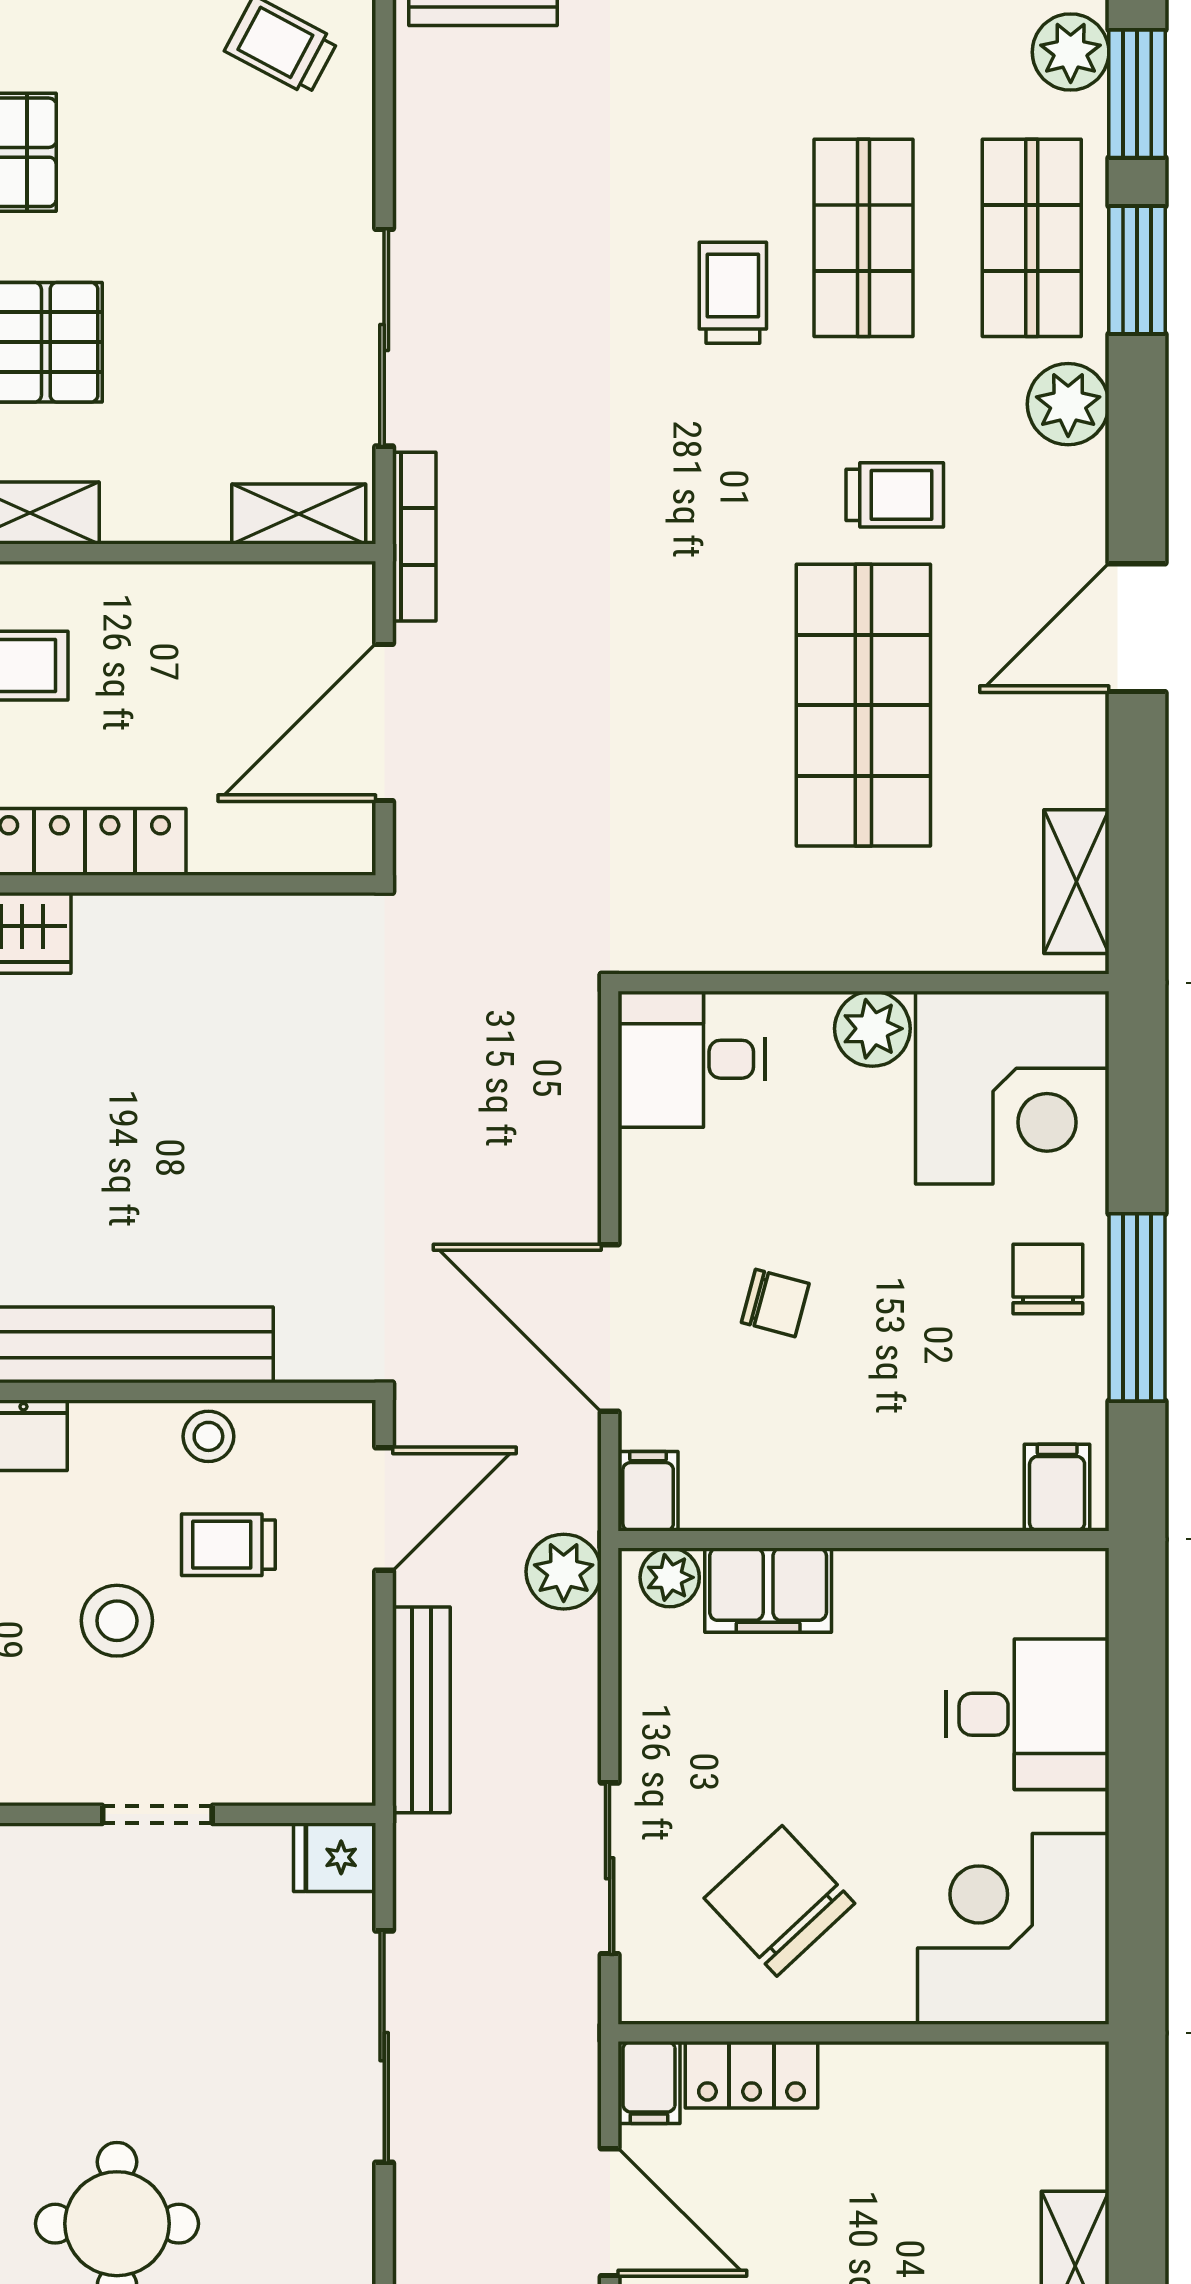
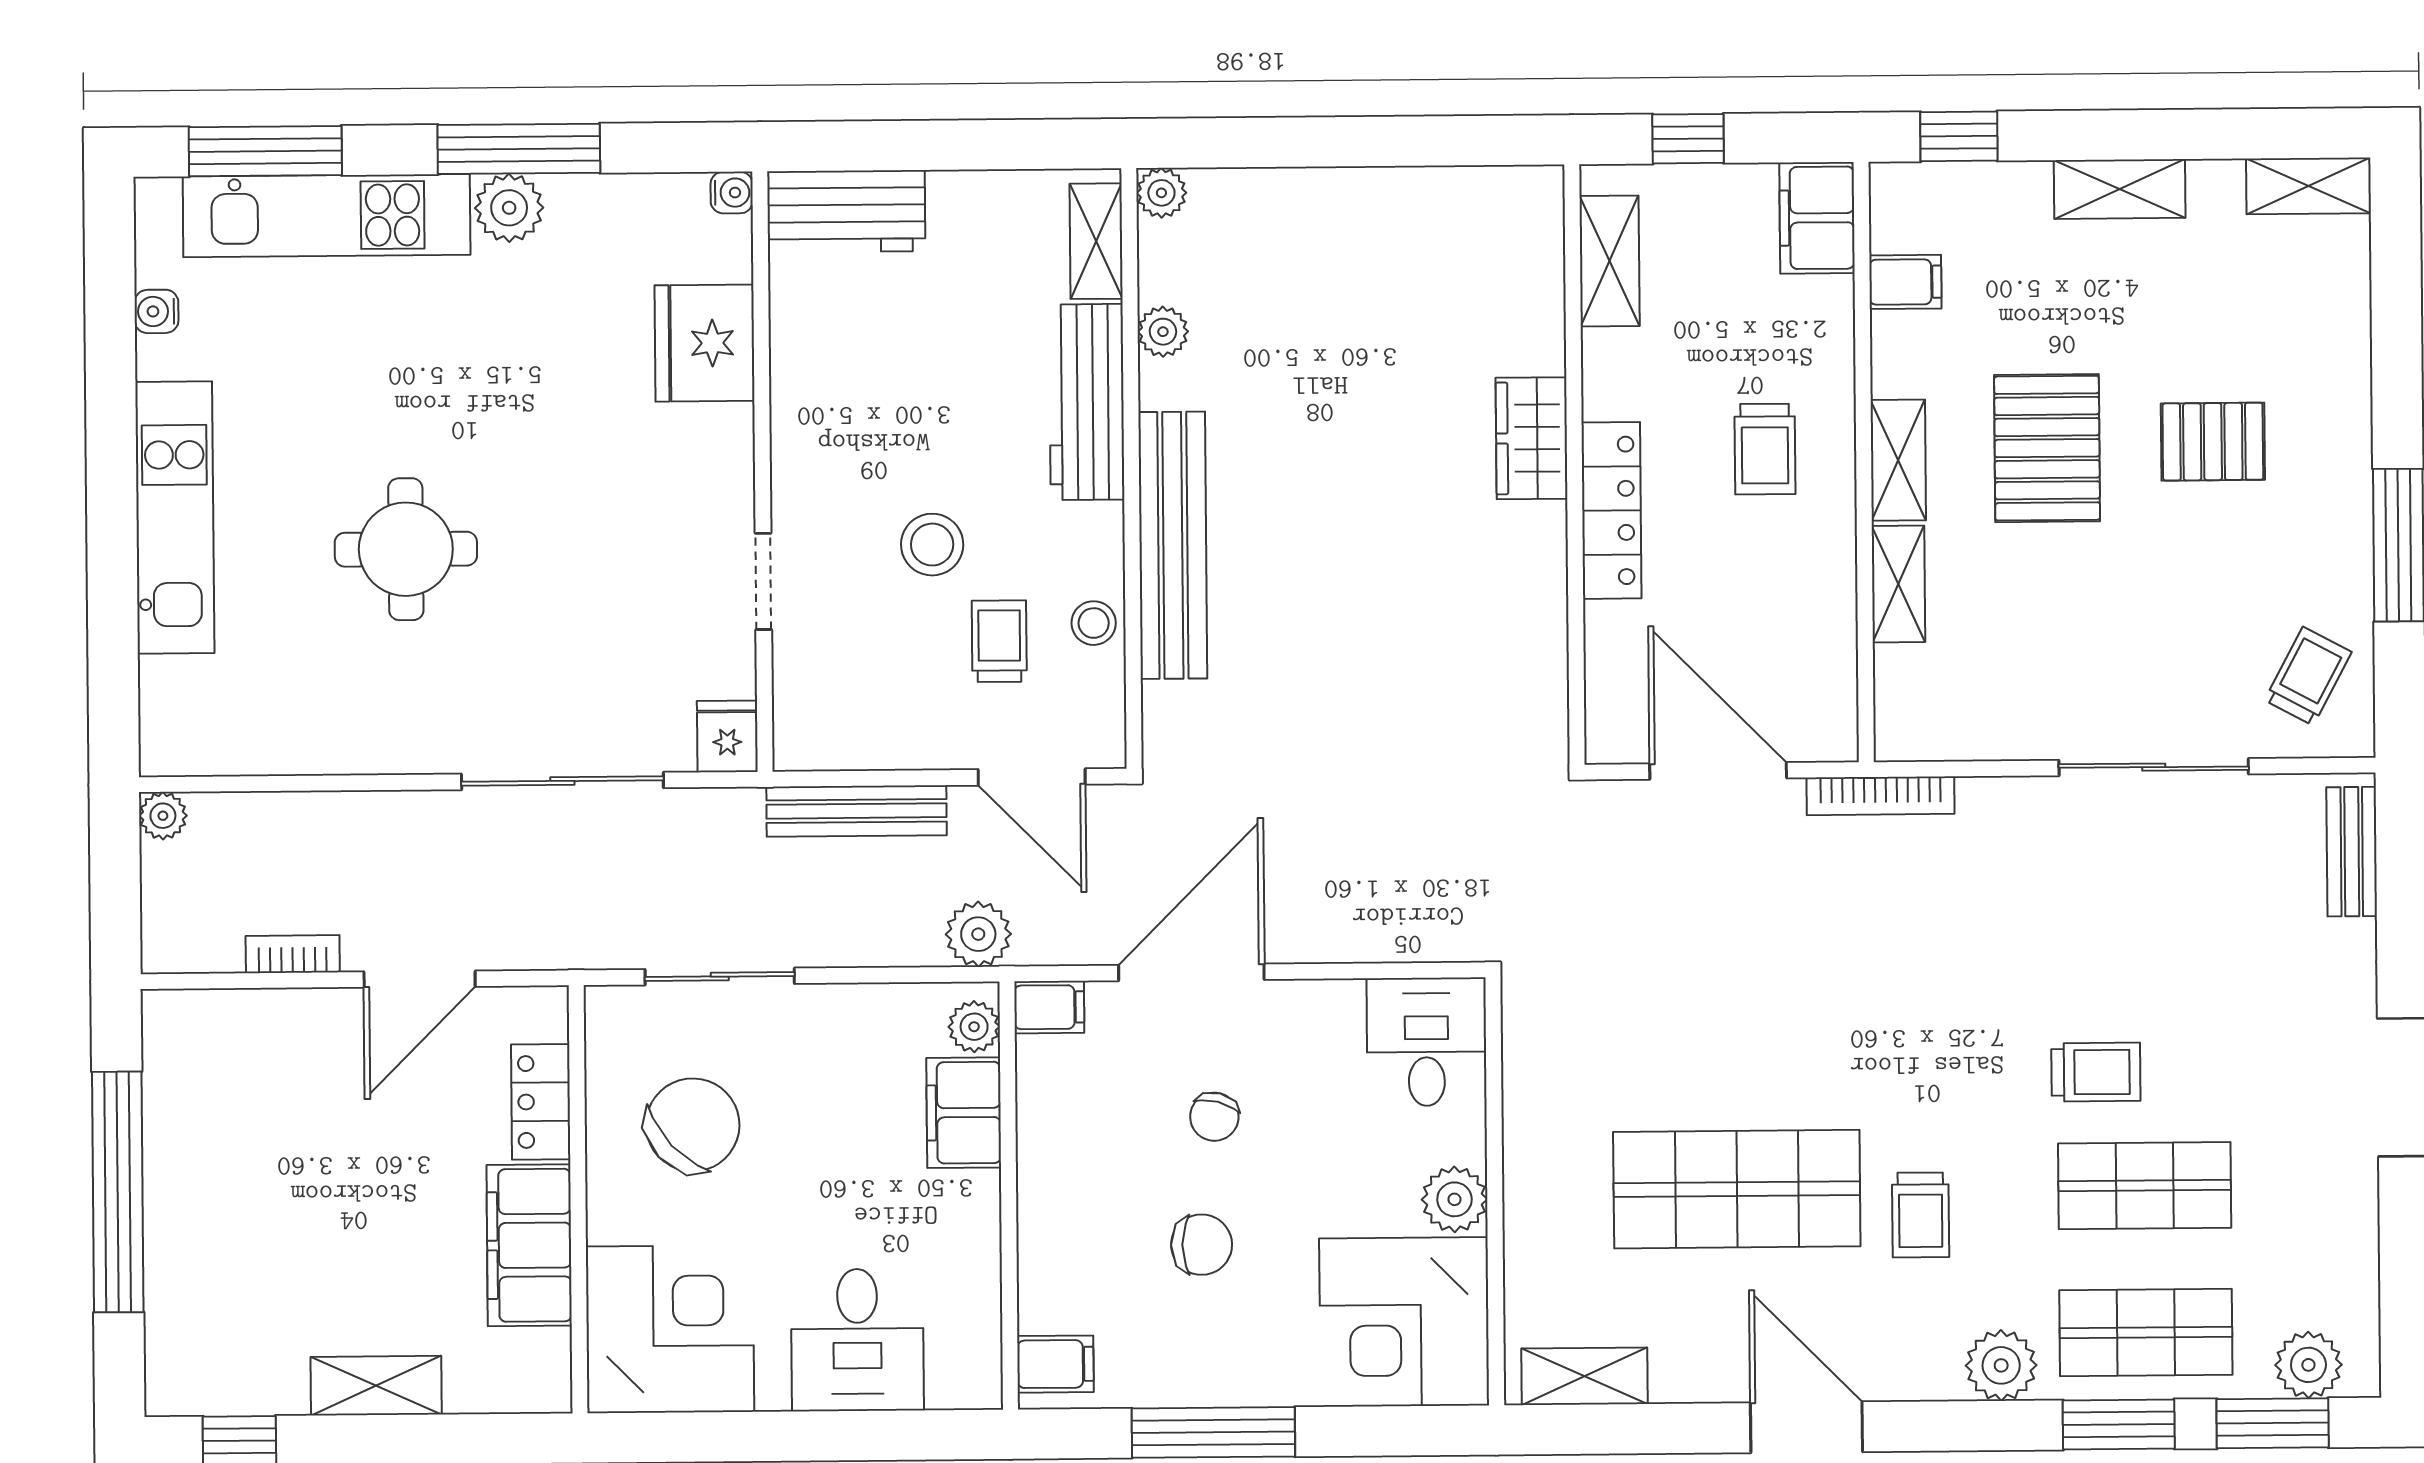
sliding door: (384, 338) -> (2154, 767), moved
shelving: (299, 514) -> (1898, 584), moved
chair: (1048, 1279) -> (1202, 1245), moved
filing cabinet: (649, 2083) -> (529, 1245), moved, width x3.00, depth x1.17

